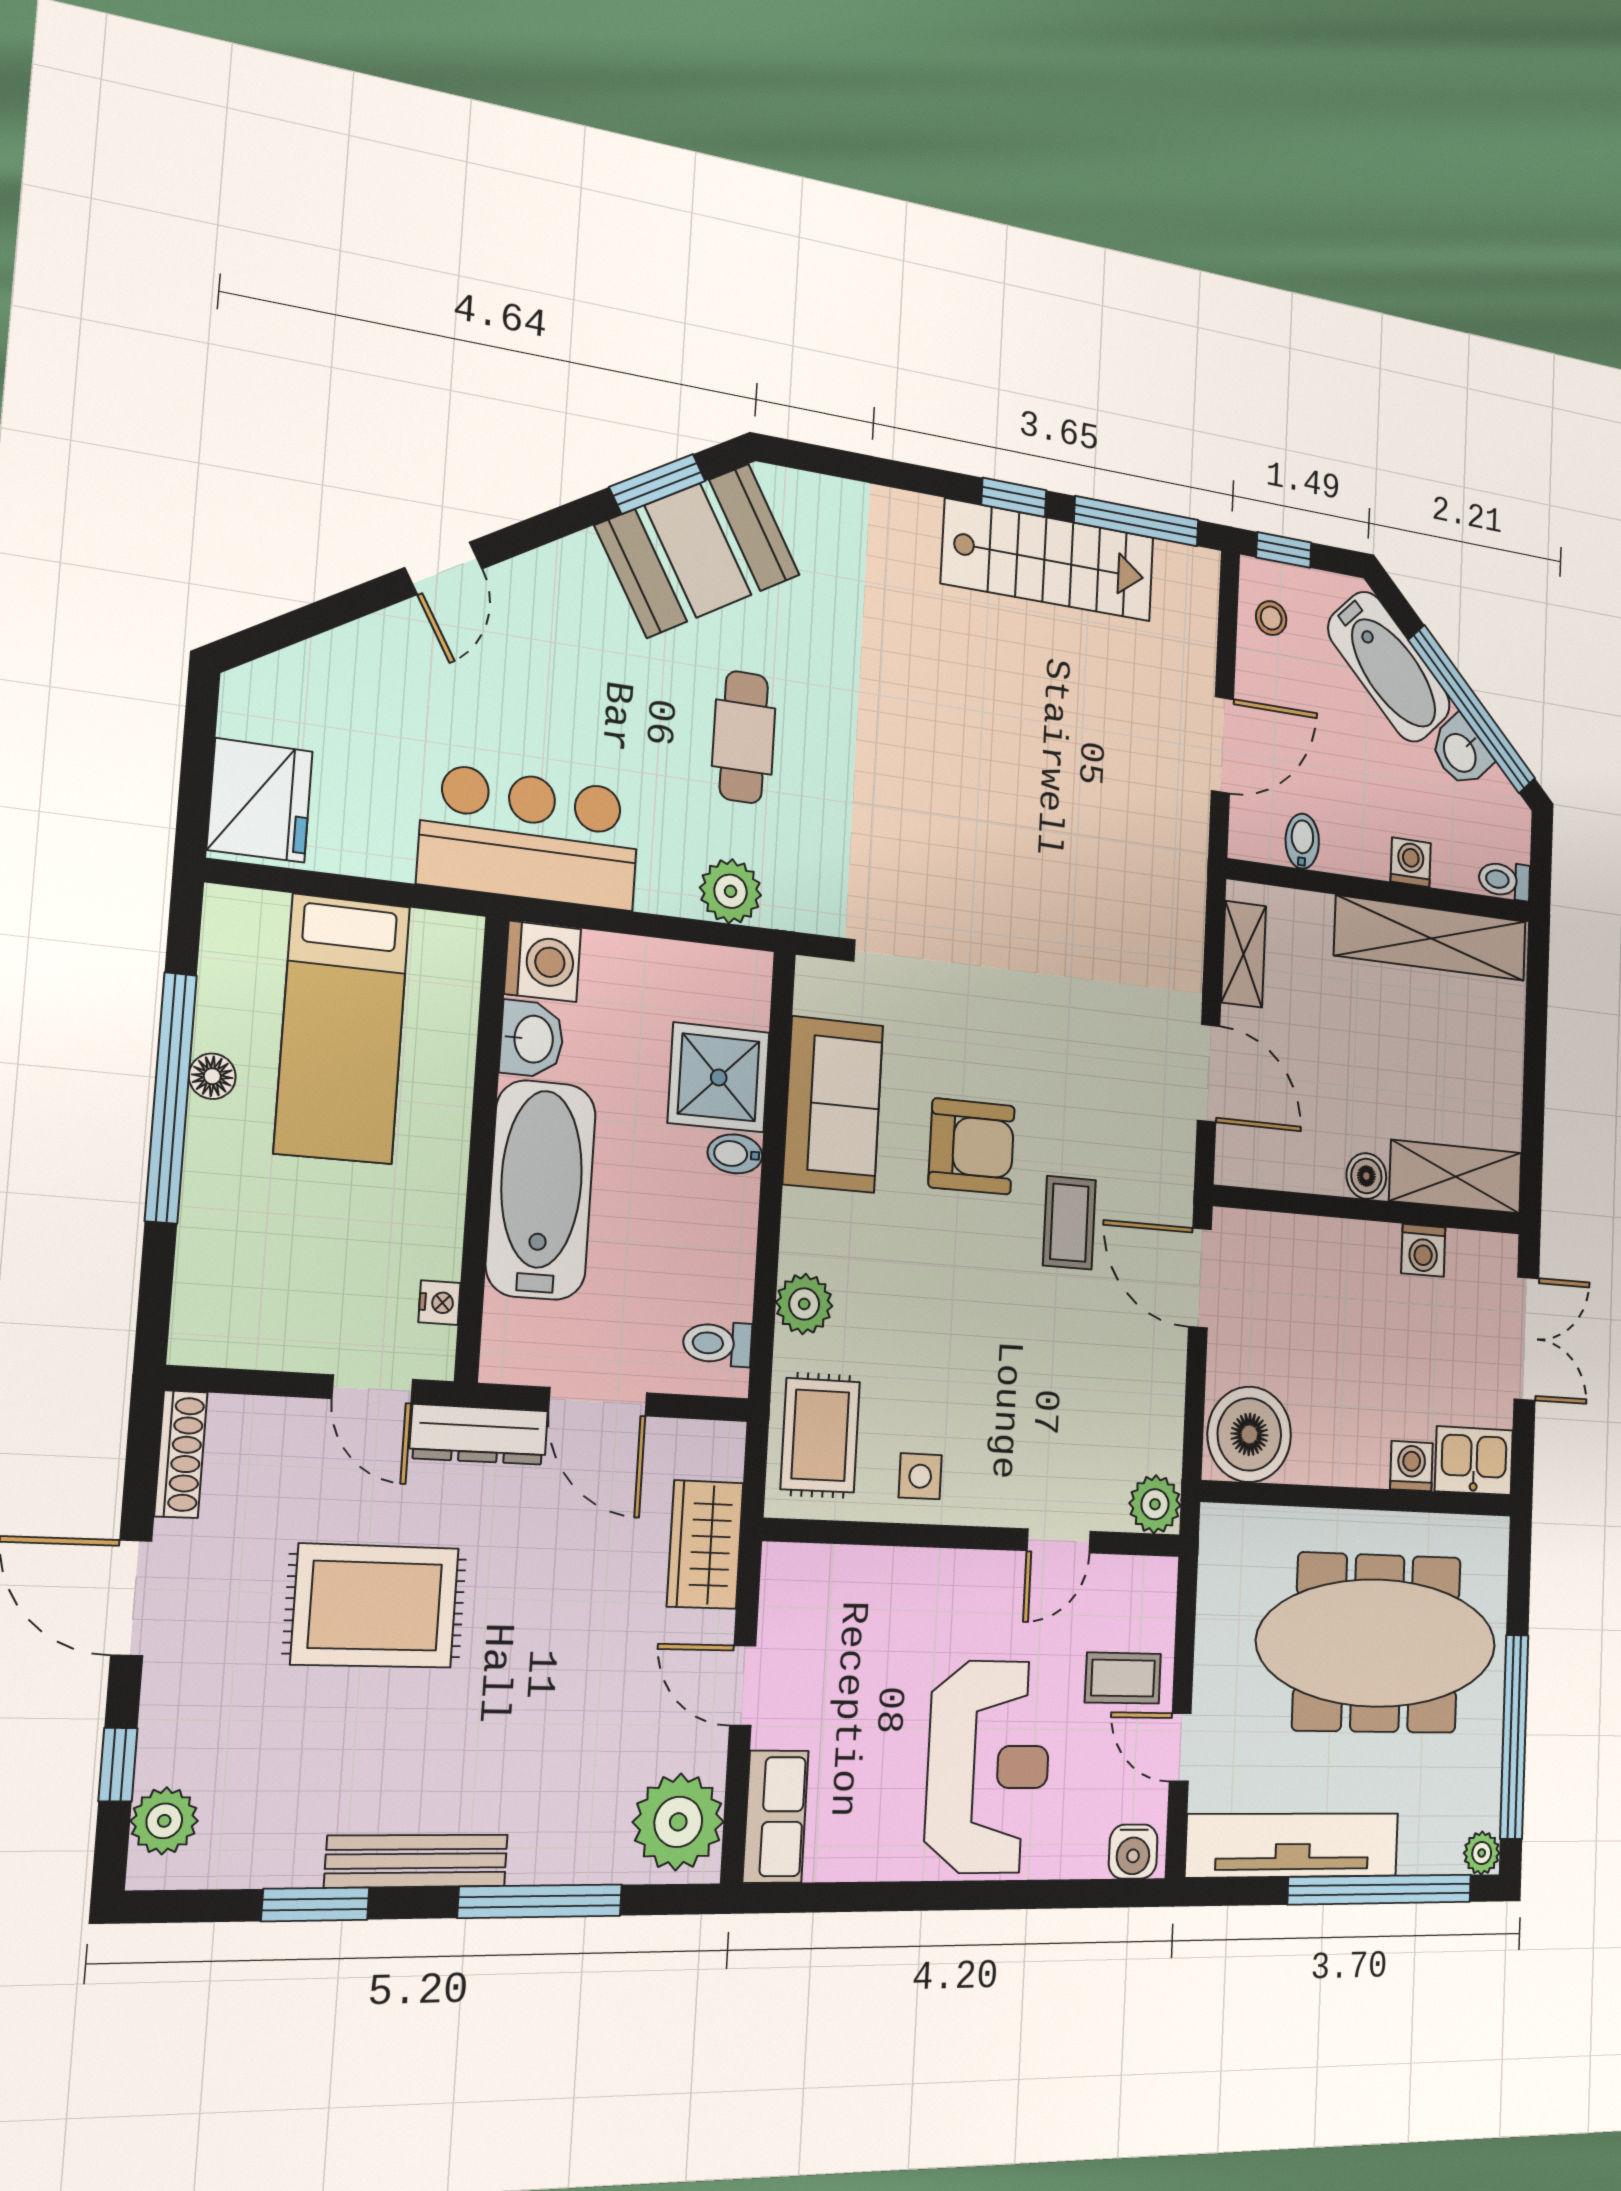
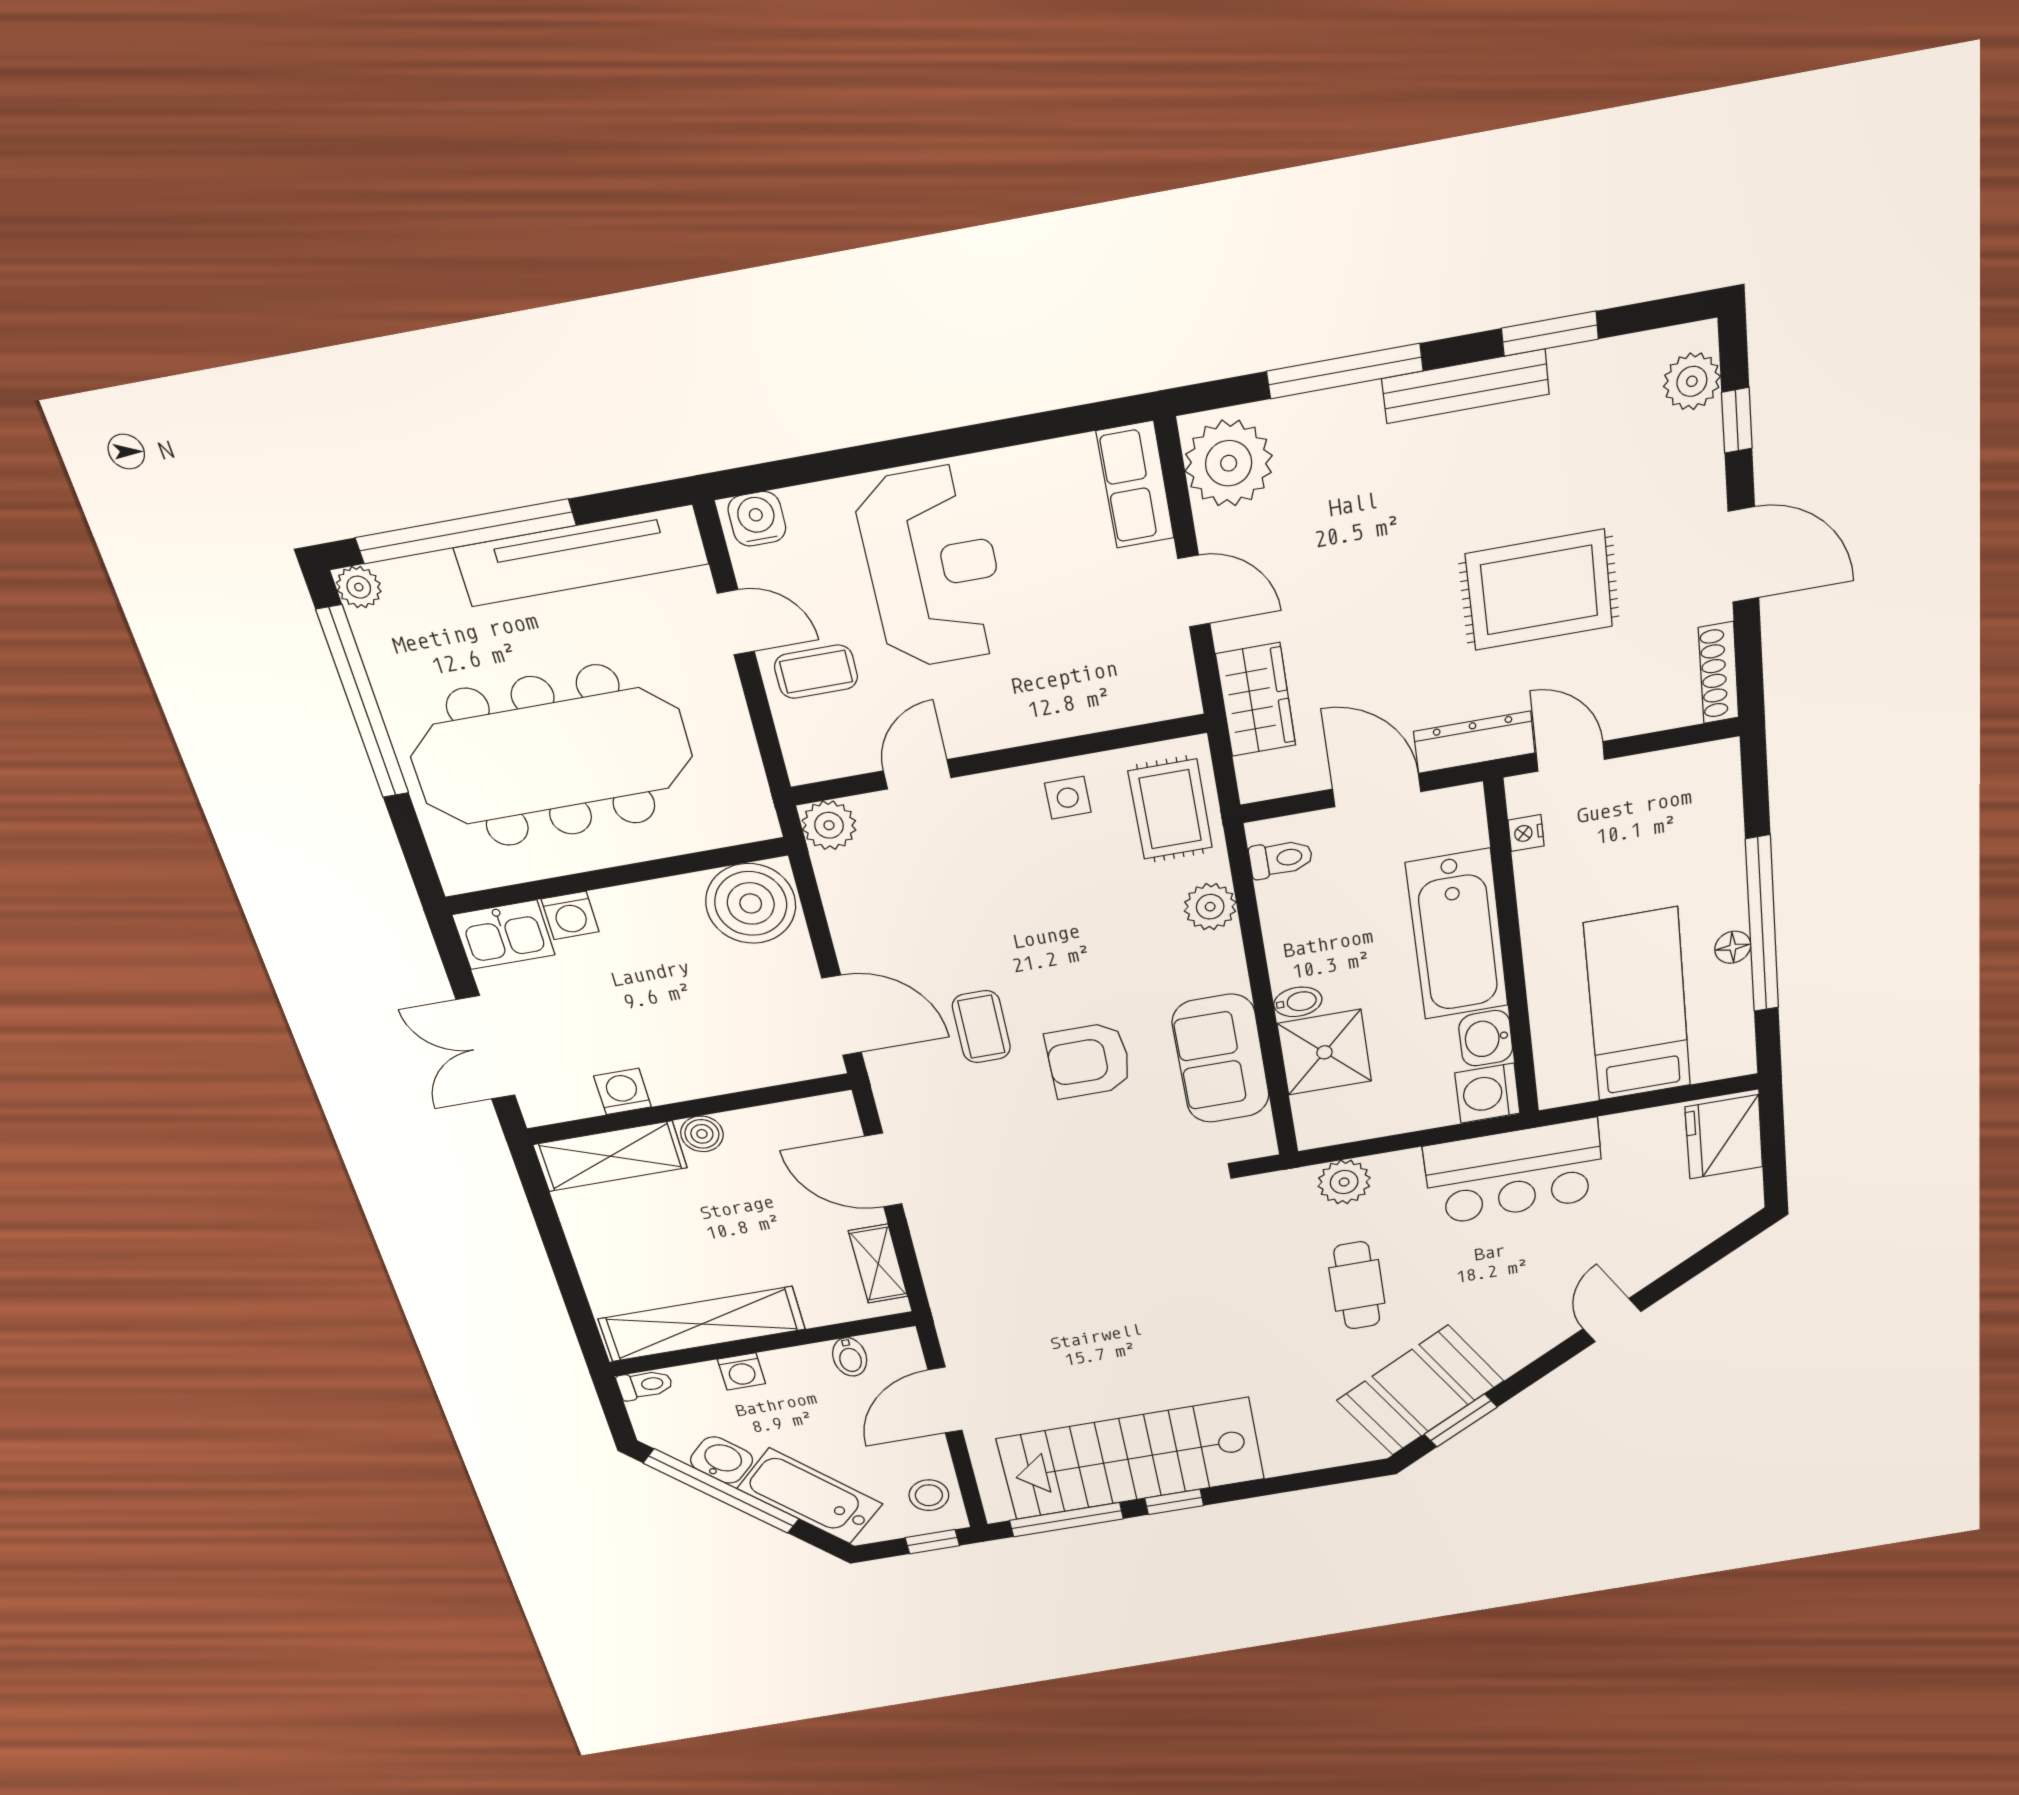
stairs: (1048, 560) -> (1131, 1459), width x1.36, depth x1.51
stool: (1271, 618) -> (929, 1495), width x1.37, depth x1.37
reception desk: (988, 1767) -> (933, 568), turned 180

